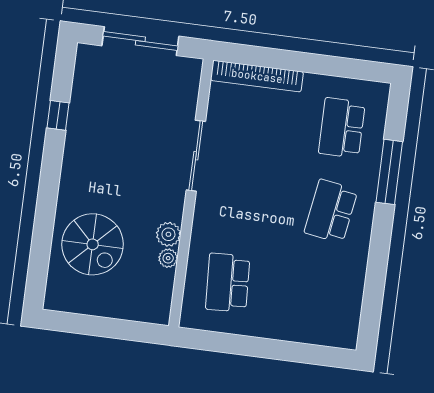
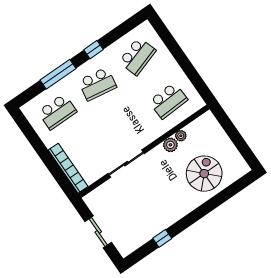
sliding door: (140, 41) -> (98, 232), width x0.73
window: (380, 246) -> (93, 50), added
school desk: (320, 295) -> (137, 56), added

